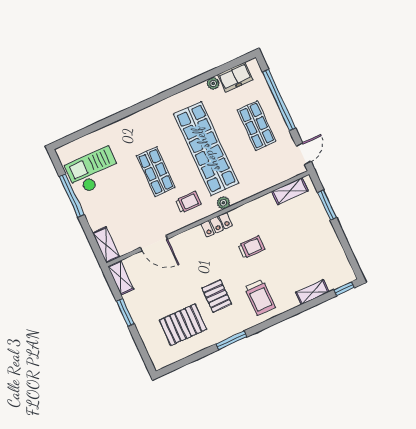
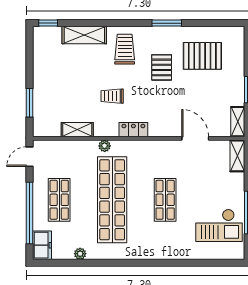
freezer: (235, 77) -> (42, 245), moved, turned 90
shelving: (290, 191) -> (77, 130), moved
trolley: (188, 202) -> (149, 160), removed
plant: (223, 203) -> (105, 146), moved
shelving: (312, 292) -> (84, 35), width x1.50, depth x1.33

